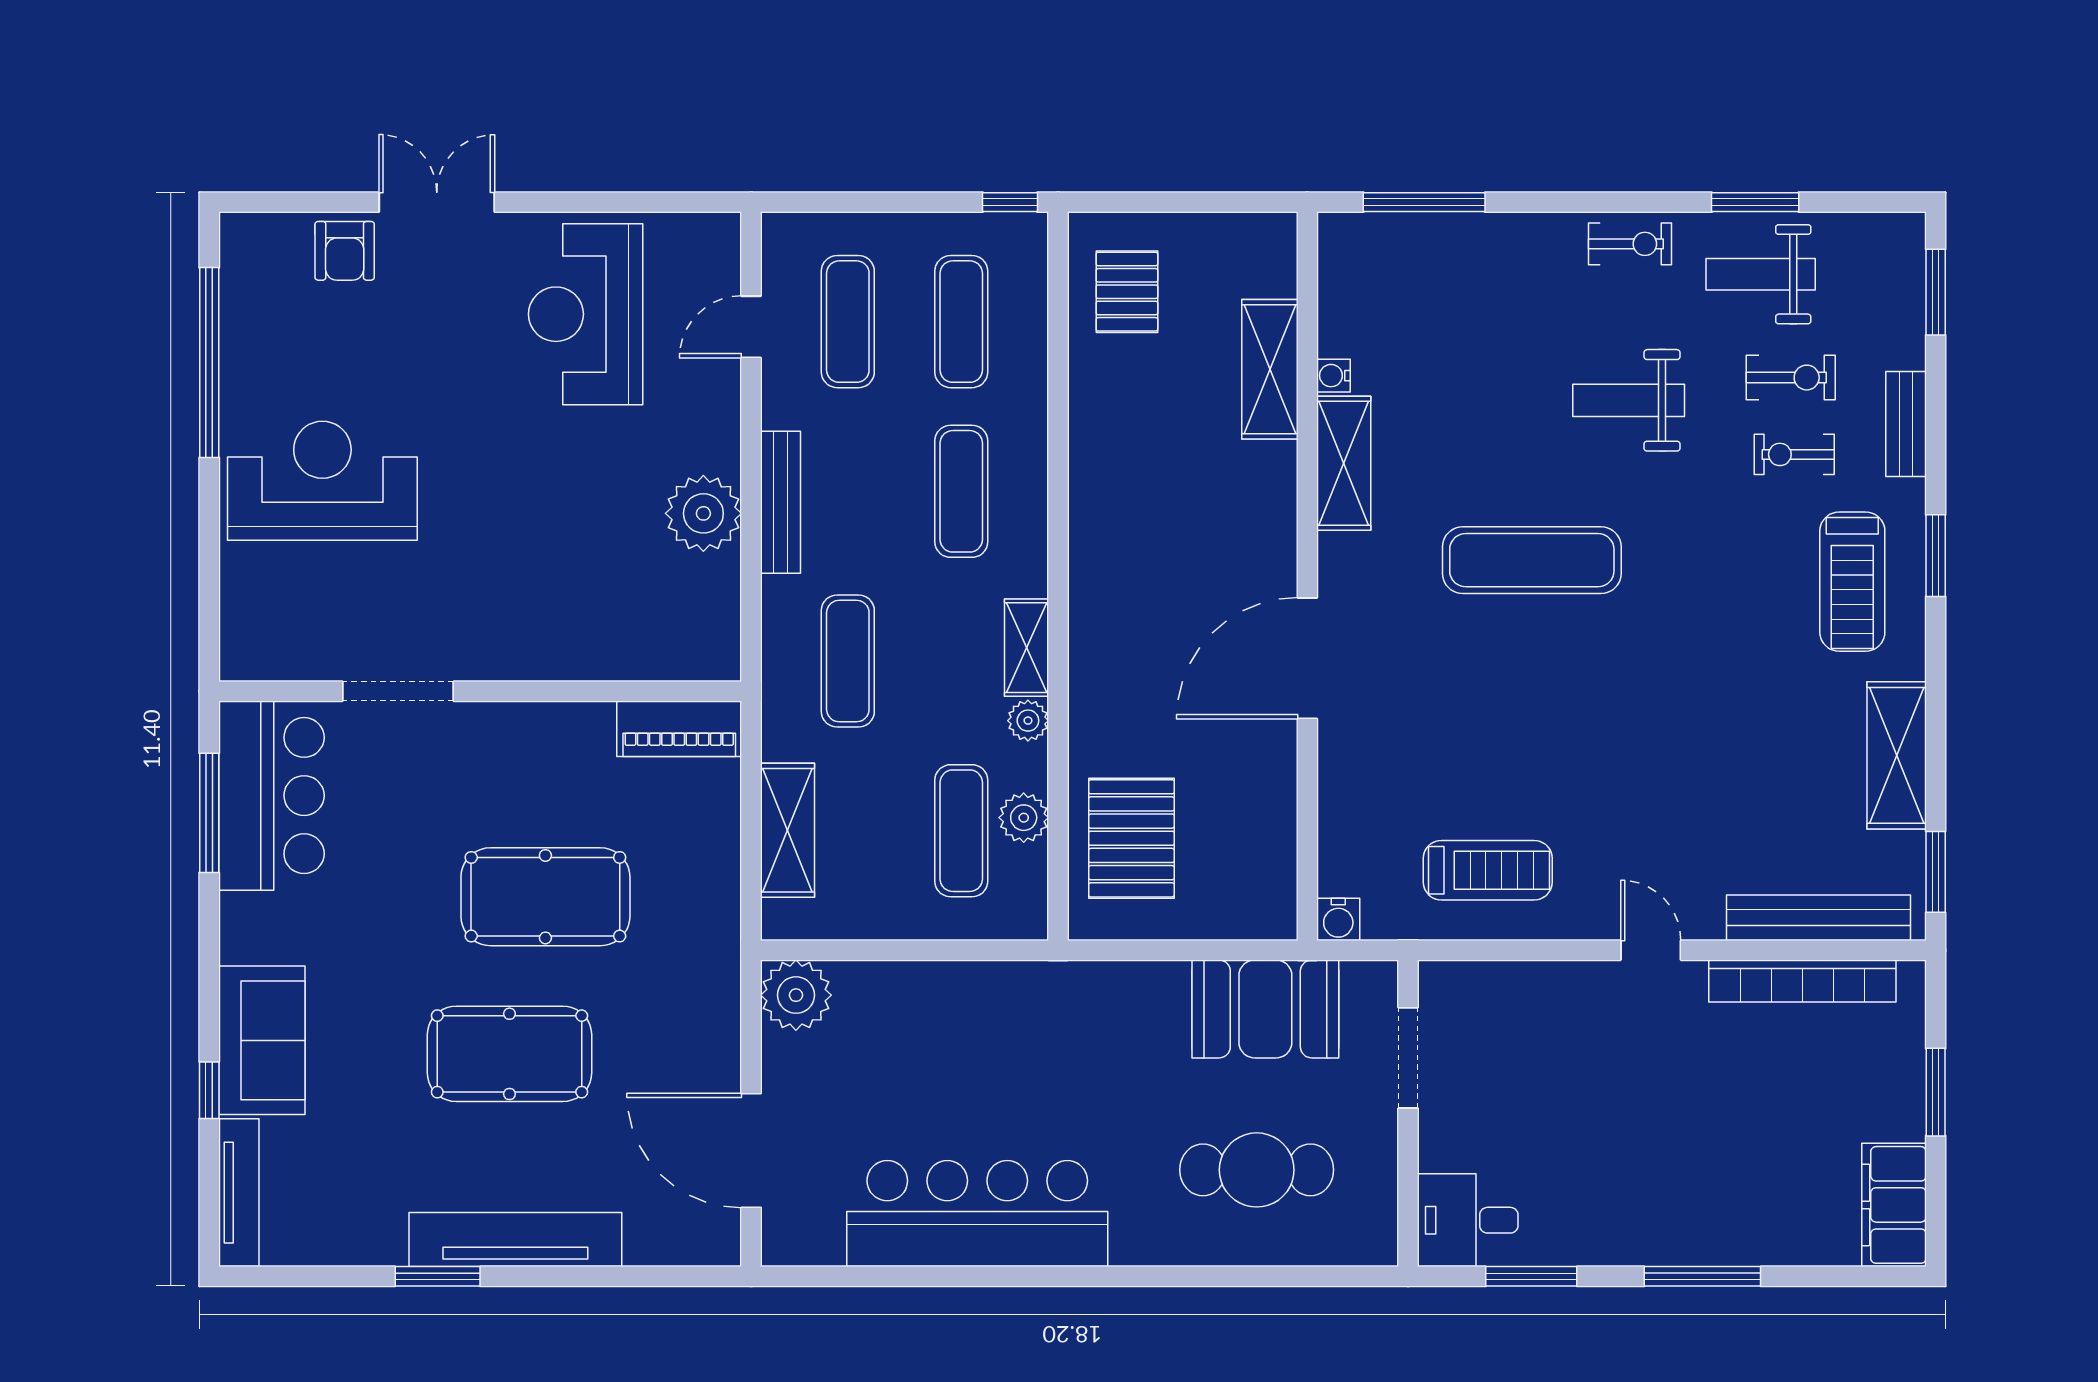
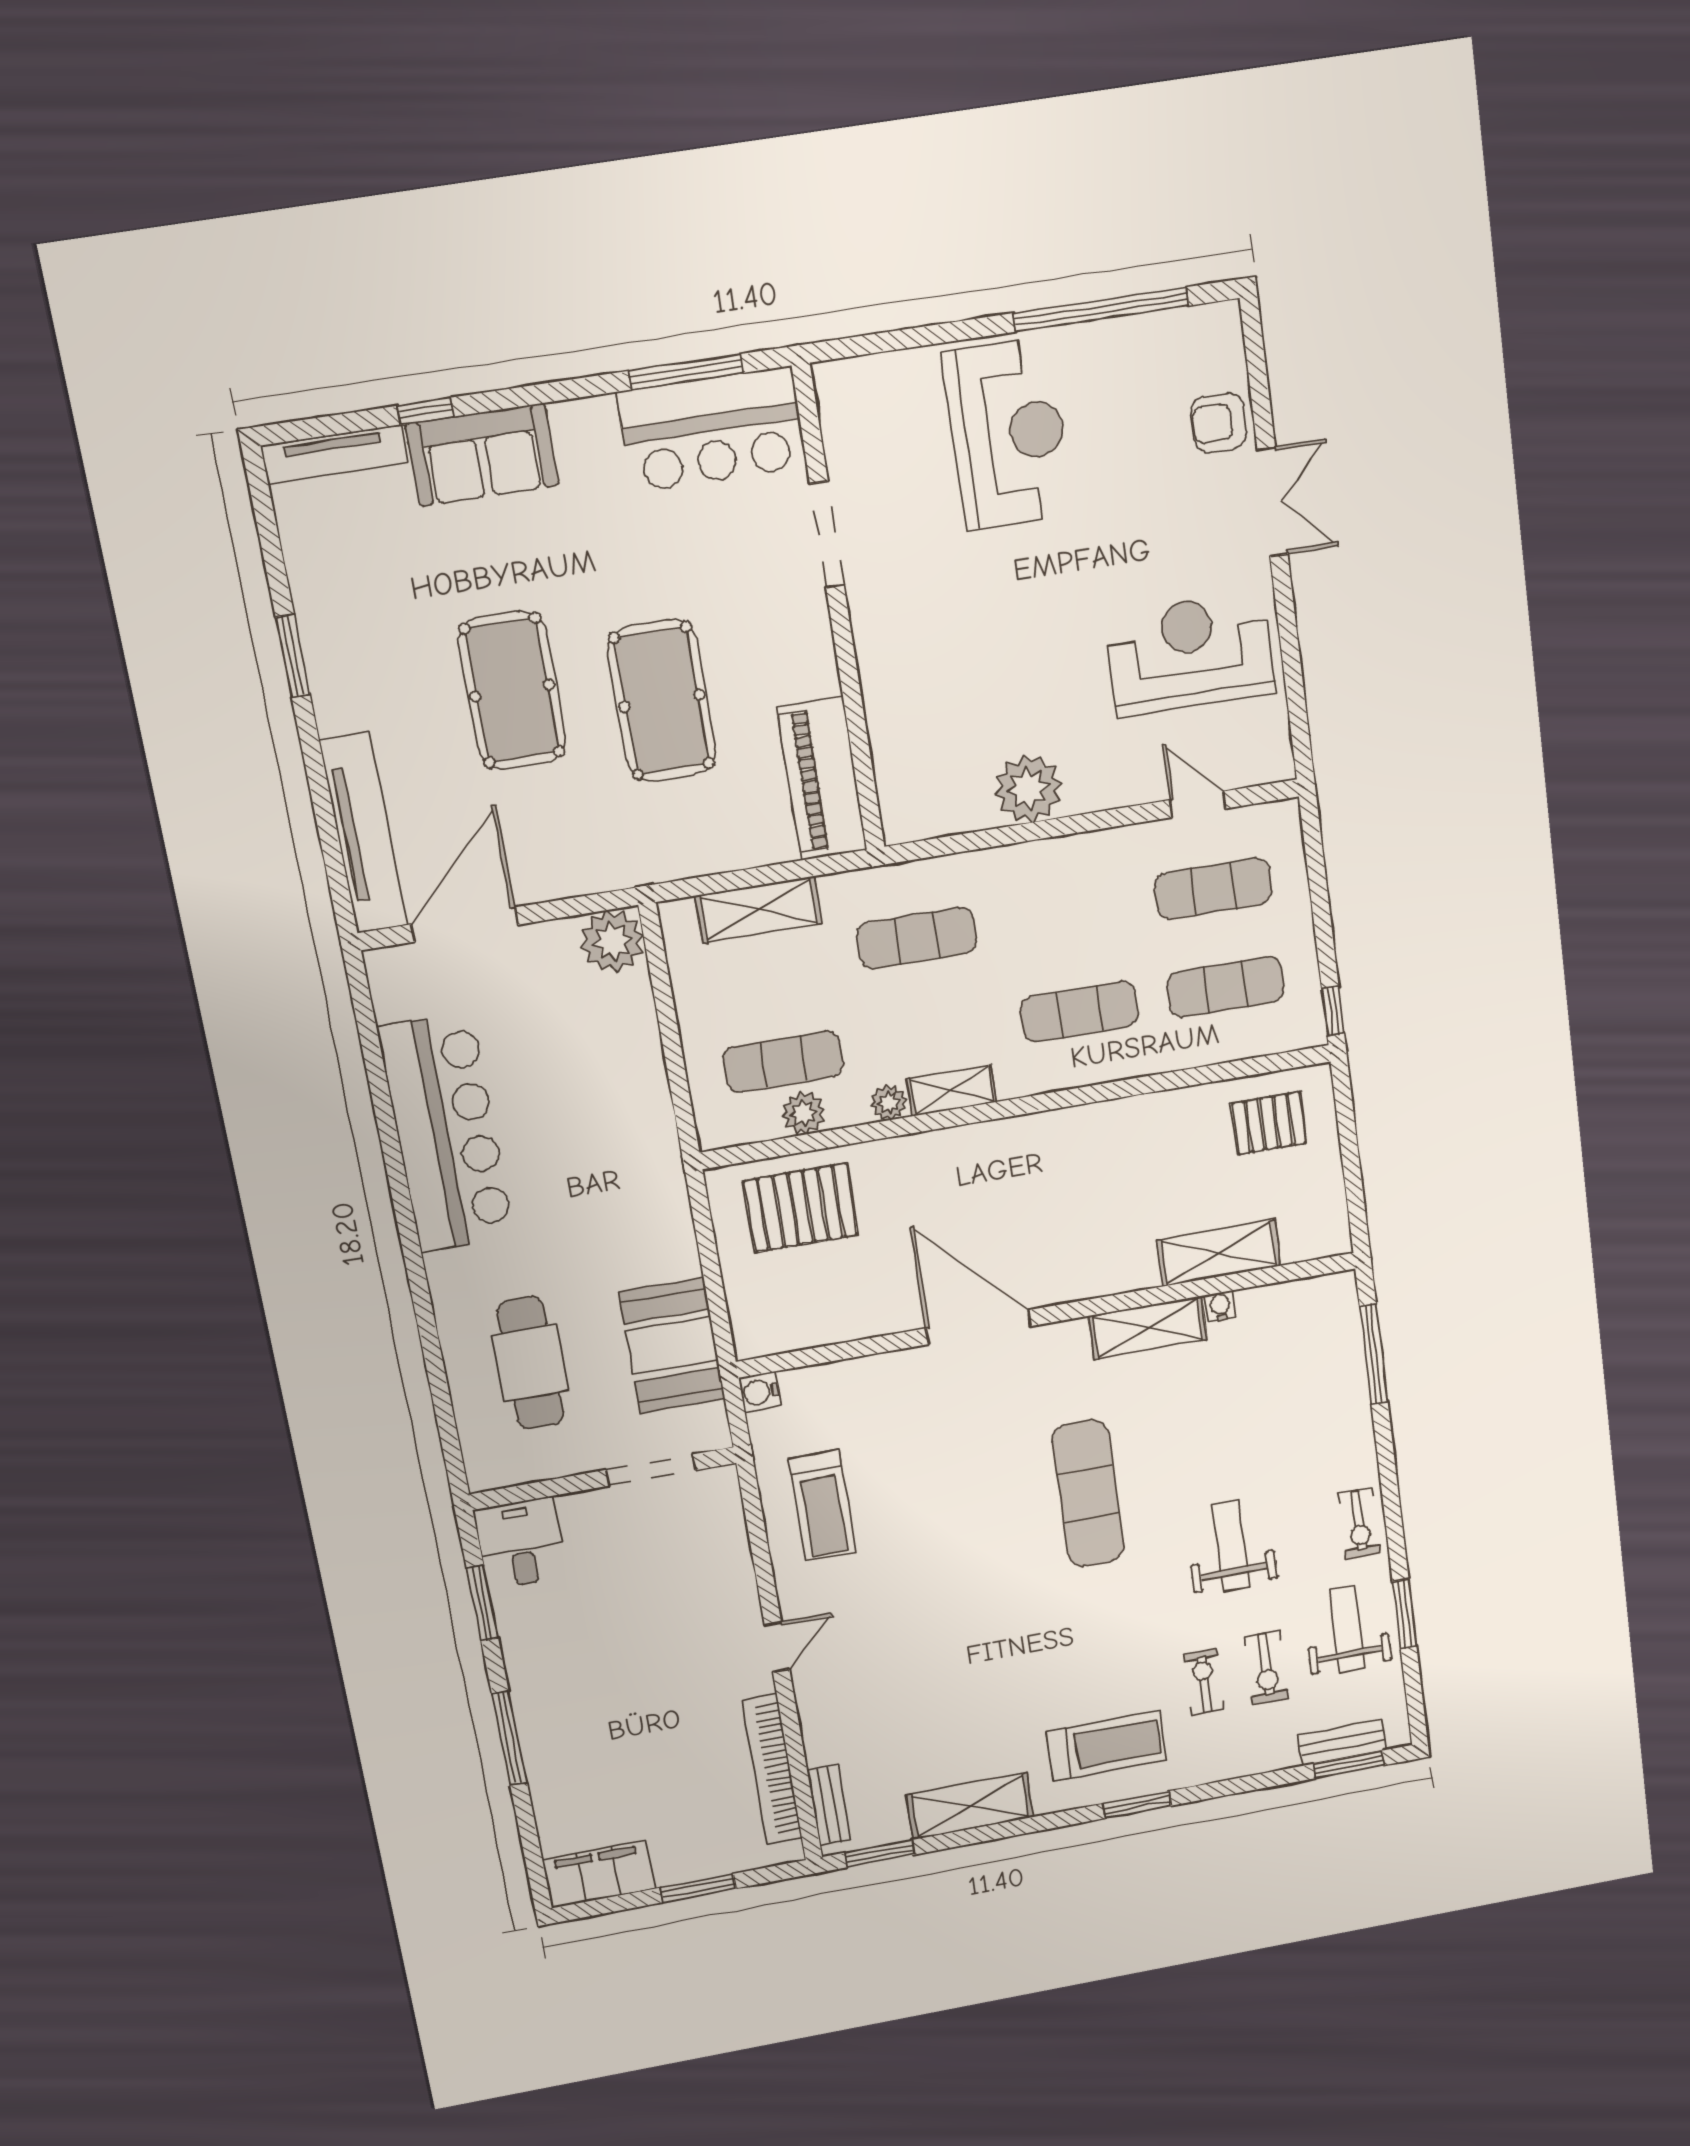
bench: (1906, 424) -> (1342, 1743), moved
bench: (781, 502) -> (1048, 856), removed
treadmill: (1852, 582) -> (1107, 1746), turned 180
piano: (679, 729) -> (822, 779), width x1.37, depth x1.33
bench: (1819, 918) -> (829, 1805), width x0.54, depth x0.82
tv unit: (515, 1240) -> (363, 833), moved

